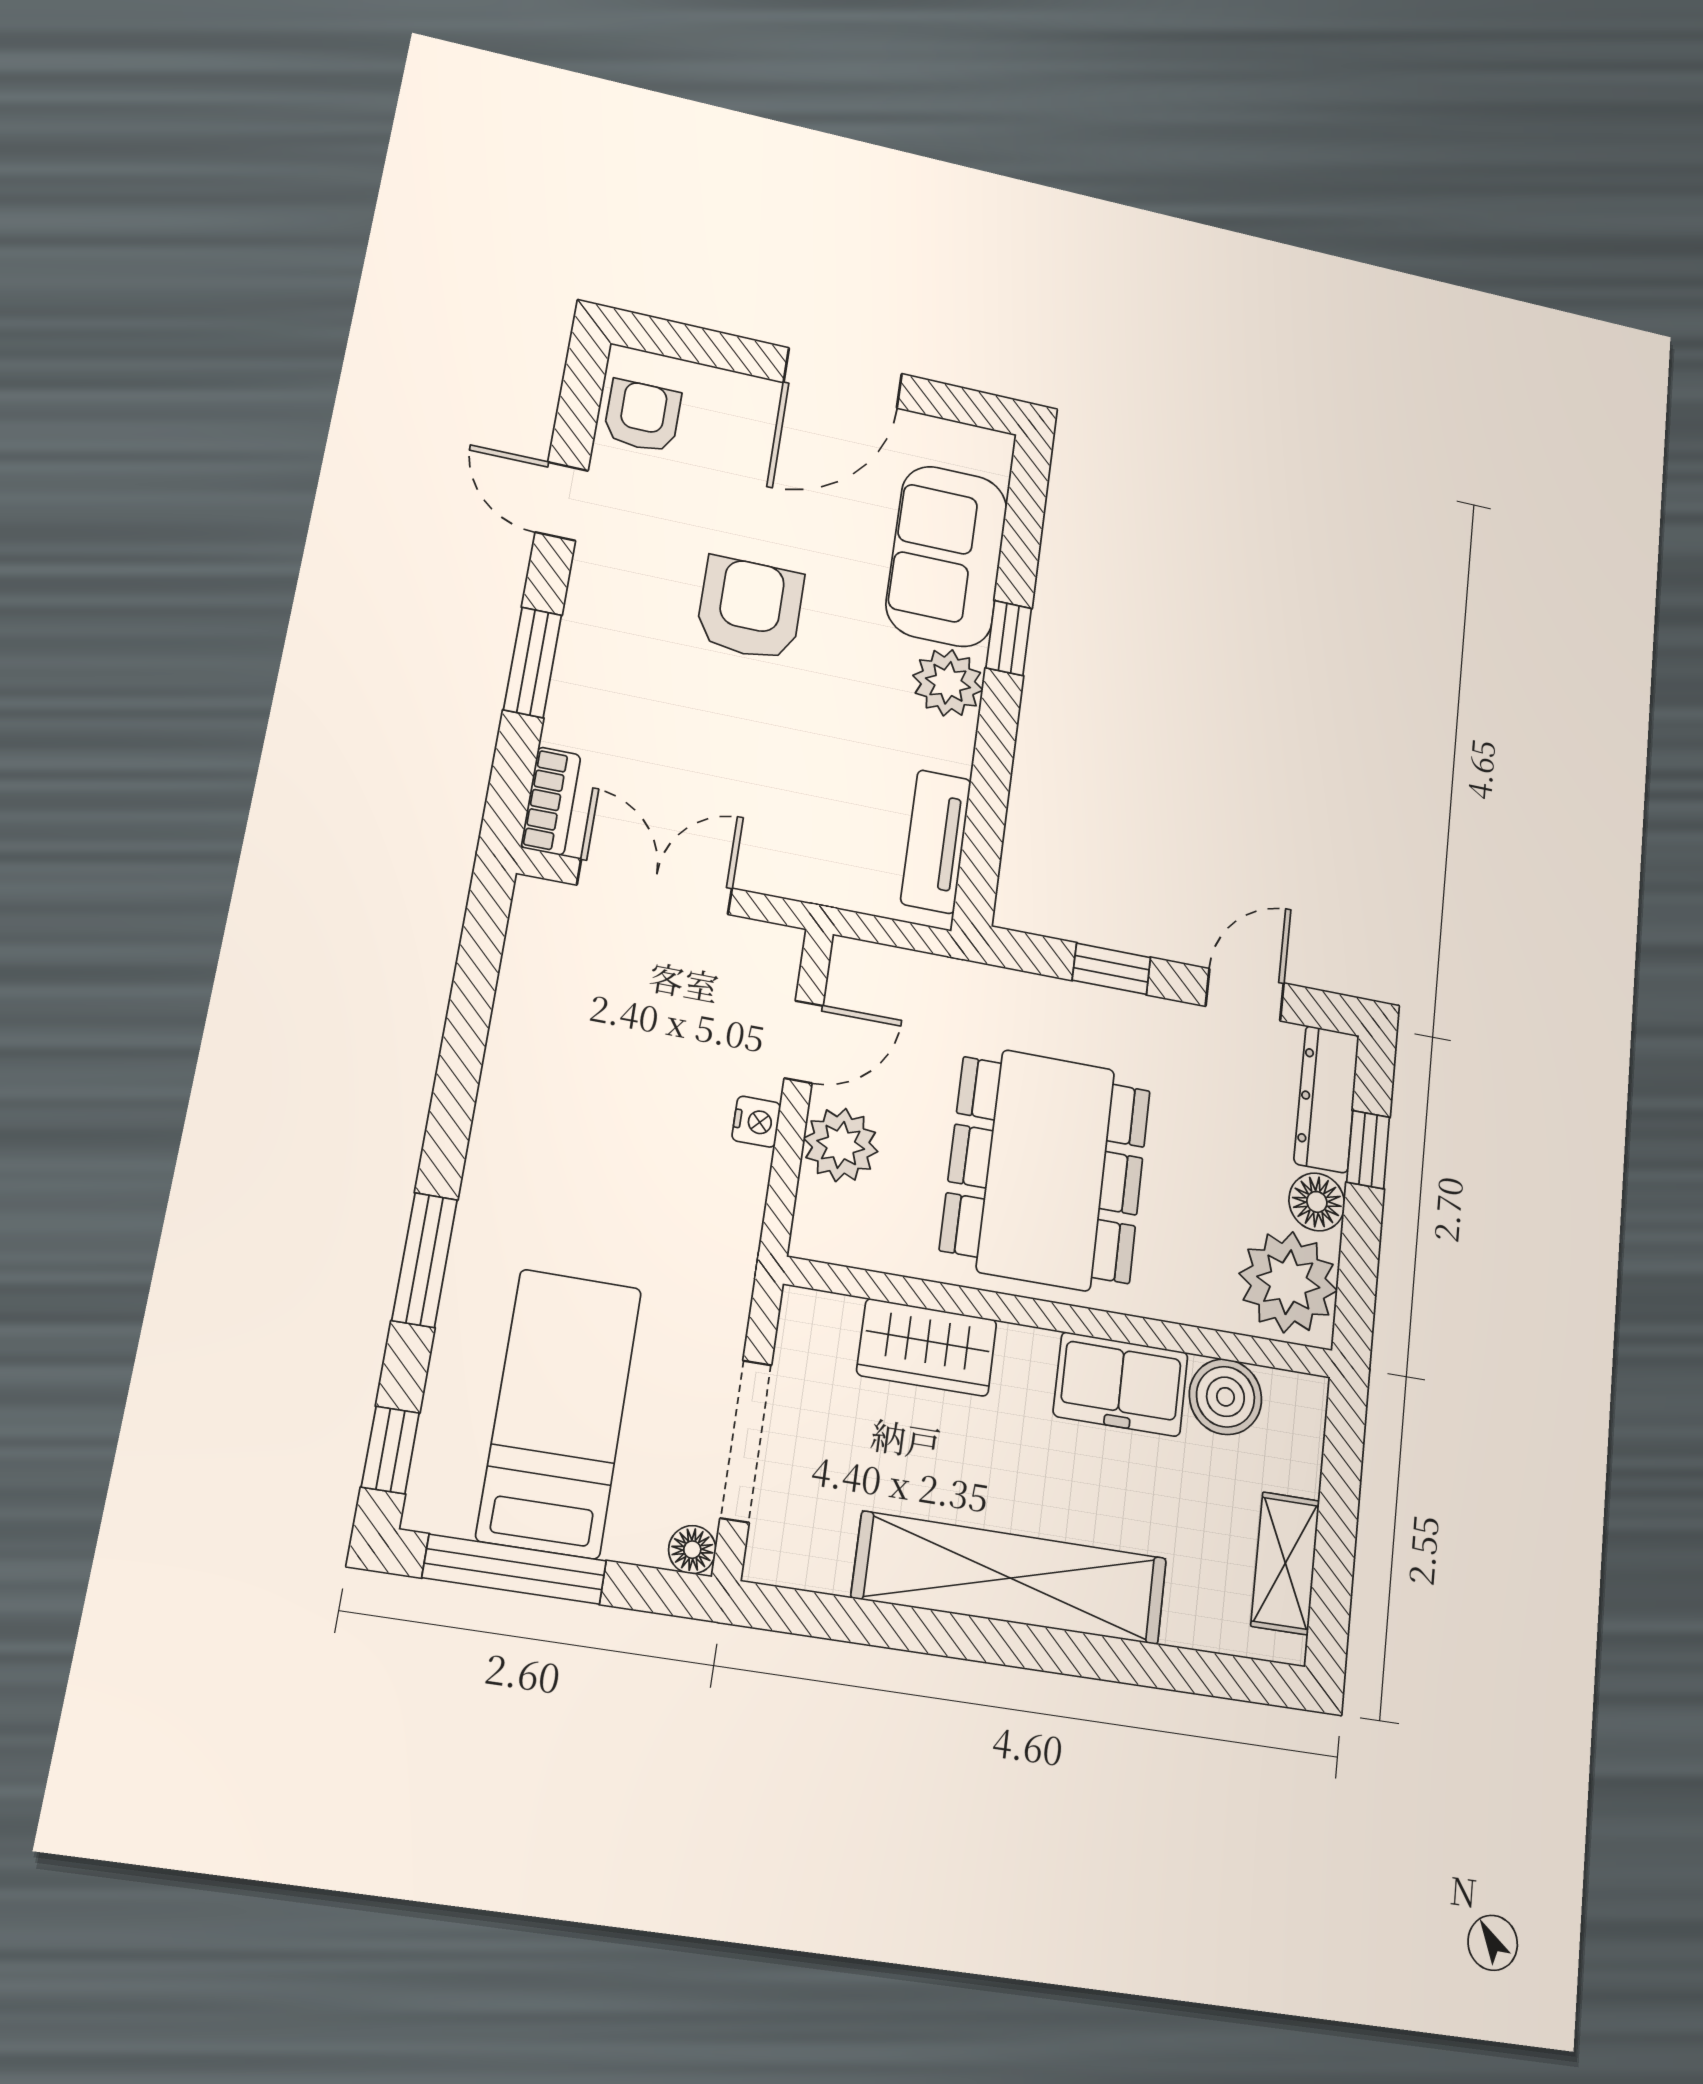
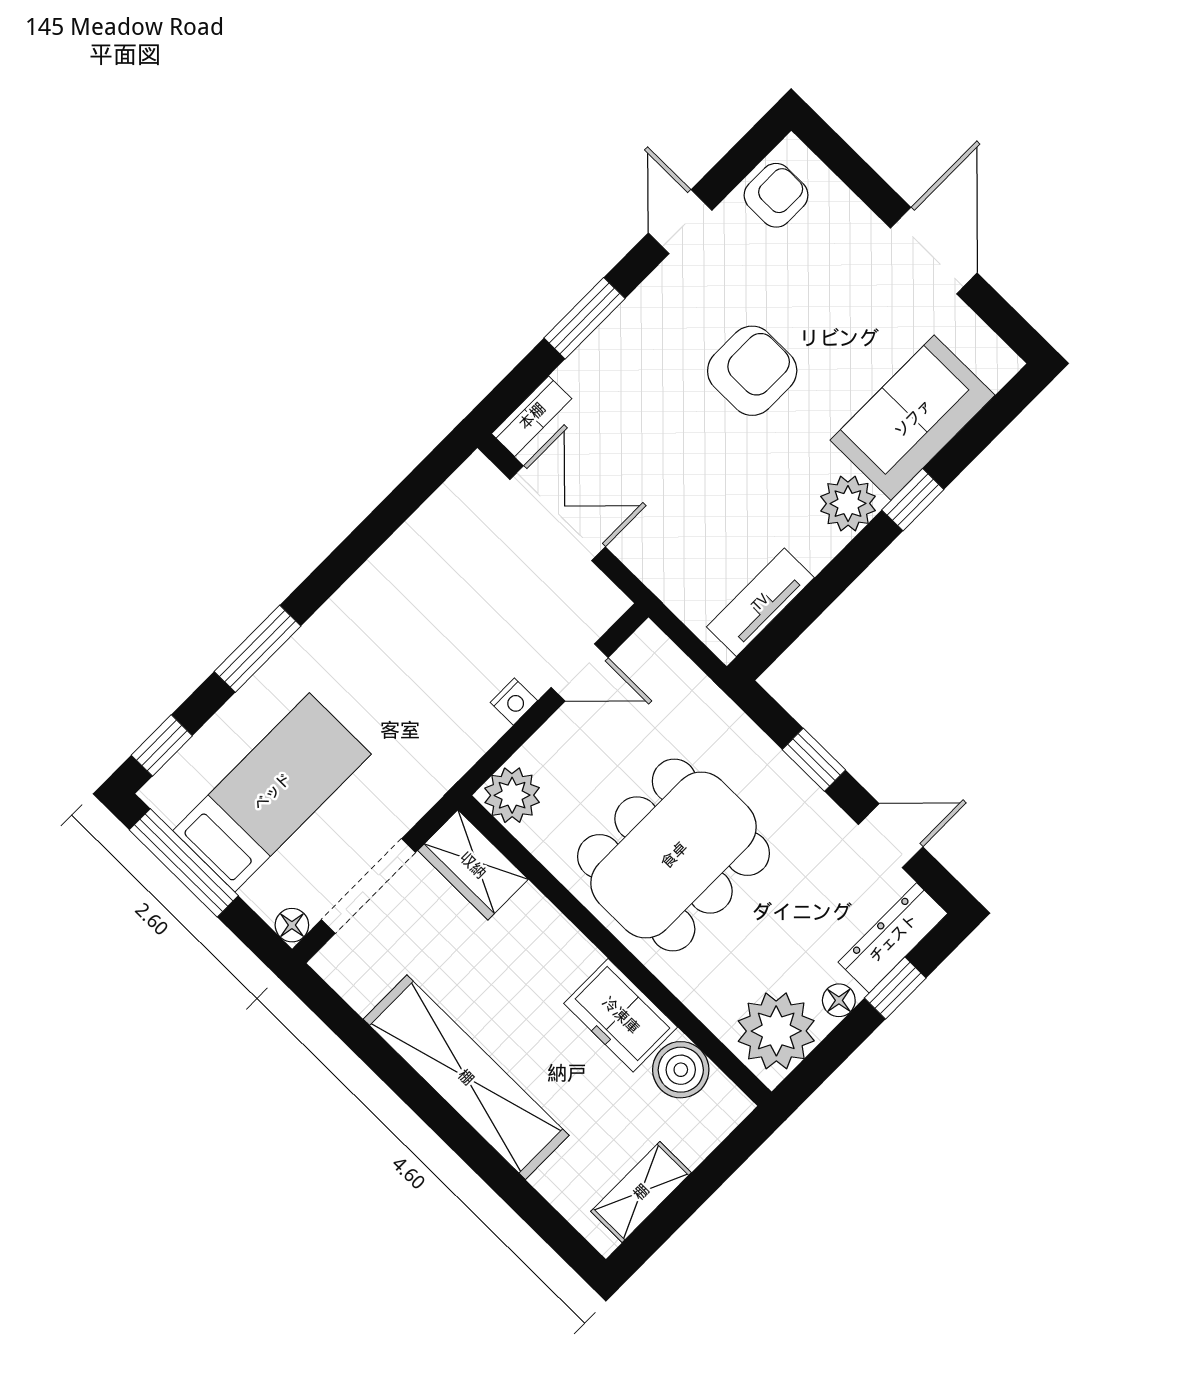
door: (843, 378) -> (934, 251), swing flipped
plant: (841, 1145) -> (512, 795), moved
floor lamp: (1317, 1202) -> (839, 1000), width x0.73, depth x0.73
wardrobe: (927, 1347) -> (473, 865), moved

